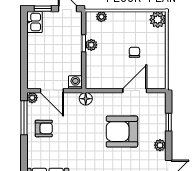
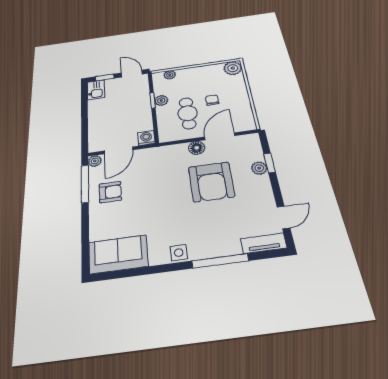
cafe table: (112, 63) -> (188, 113), added
door: (52, 91) -> (118, 150), hinge flipped
floor lamp: (86, 99) -> (197, 148), moved
armchair: (122, 132) -> (211, 182), turned -90
plant: (160, 145) -> (259, 168), moved

